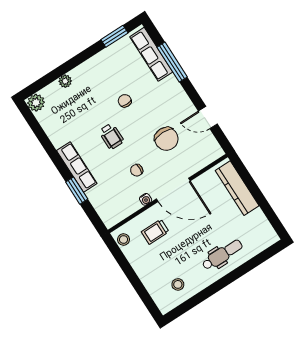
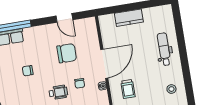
door: (208, 118) -> (64, 18), hinge flipped
wheelchair: (111, 136) -> (58, 92), moved
kitchen counter: (237, 188) -> (129, 18), width x0.67

